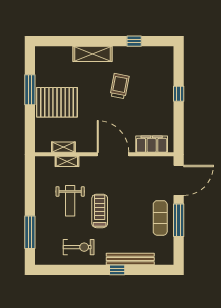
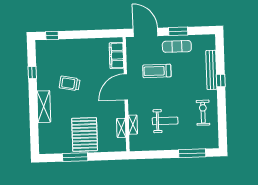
window: (179, 94) -> (52, 35), moved
treadmill: (100, 211) -> (157, 71), moved
window: (179, 220) -> (178, 31), width x0.69

